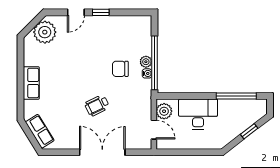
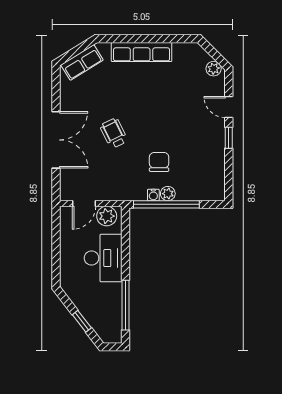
plant: (45, 32) -> (214, 69), width x0.53, depth x0.53
row of seats: (31, 83) -> (142, 52), width x1.48

